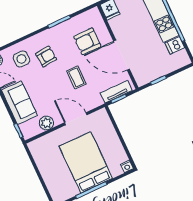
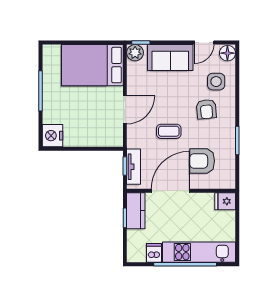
armchair: (87, 41) -> (202, 161), turned -90
kitchen counter: (149, 74) -> (136, 211), added
plant: (46, 123) -> (135, 53), moved
bed: (86, 162) -> (92, 65), moved, turned 180
nightstand: (127, 167) -> (53, 136), width x1.89, depth x1.79

